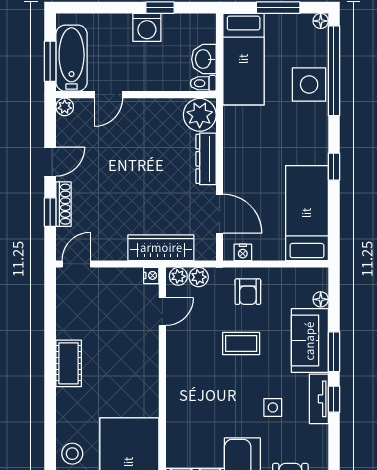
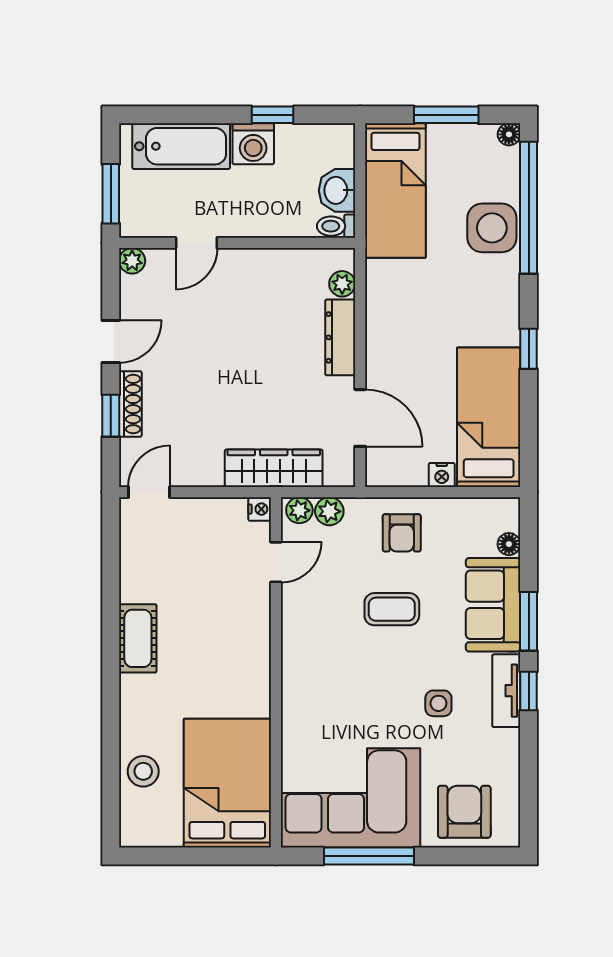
bathtub: (72, 58) -> (181, 146), moved, turned 90
plant: (200, 115) -> (342, 284), width x0.53, depth x0.53
nightstand: (243, 252) -> (442, 475), moved

